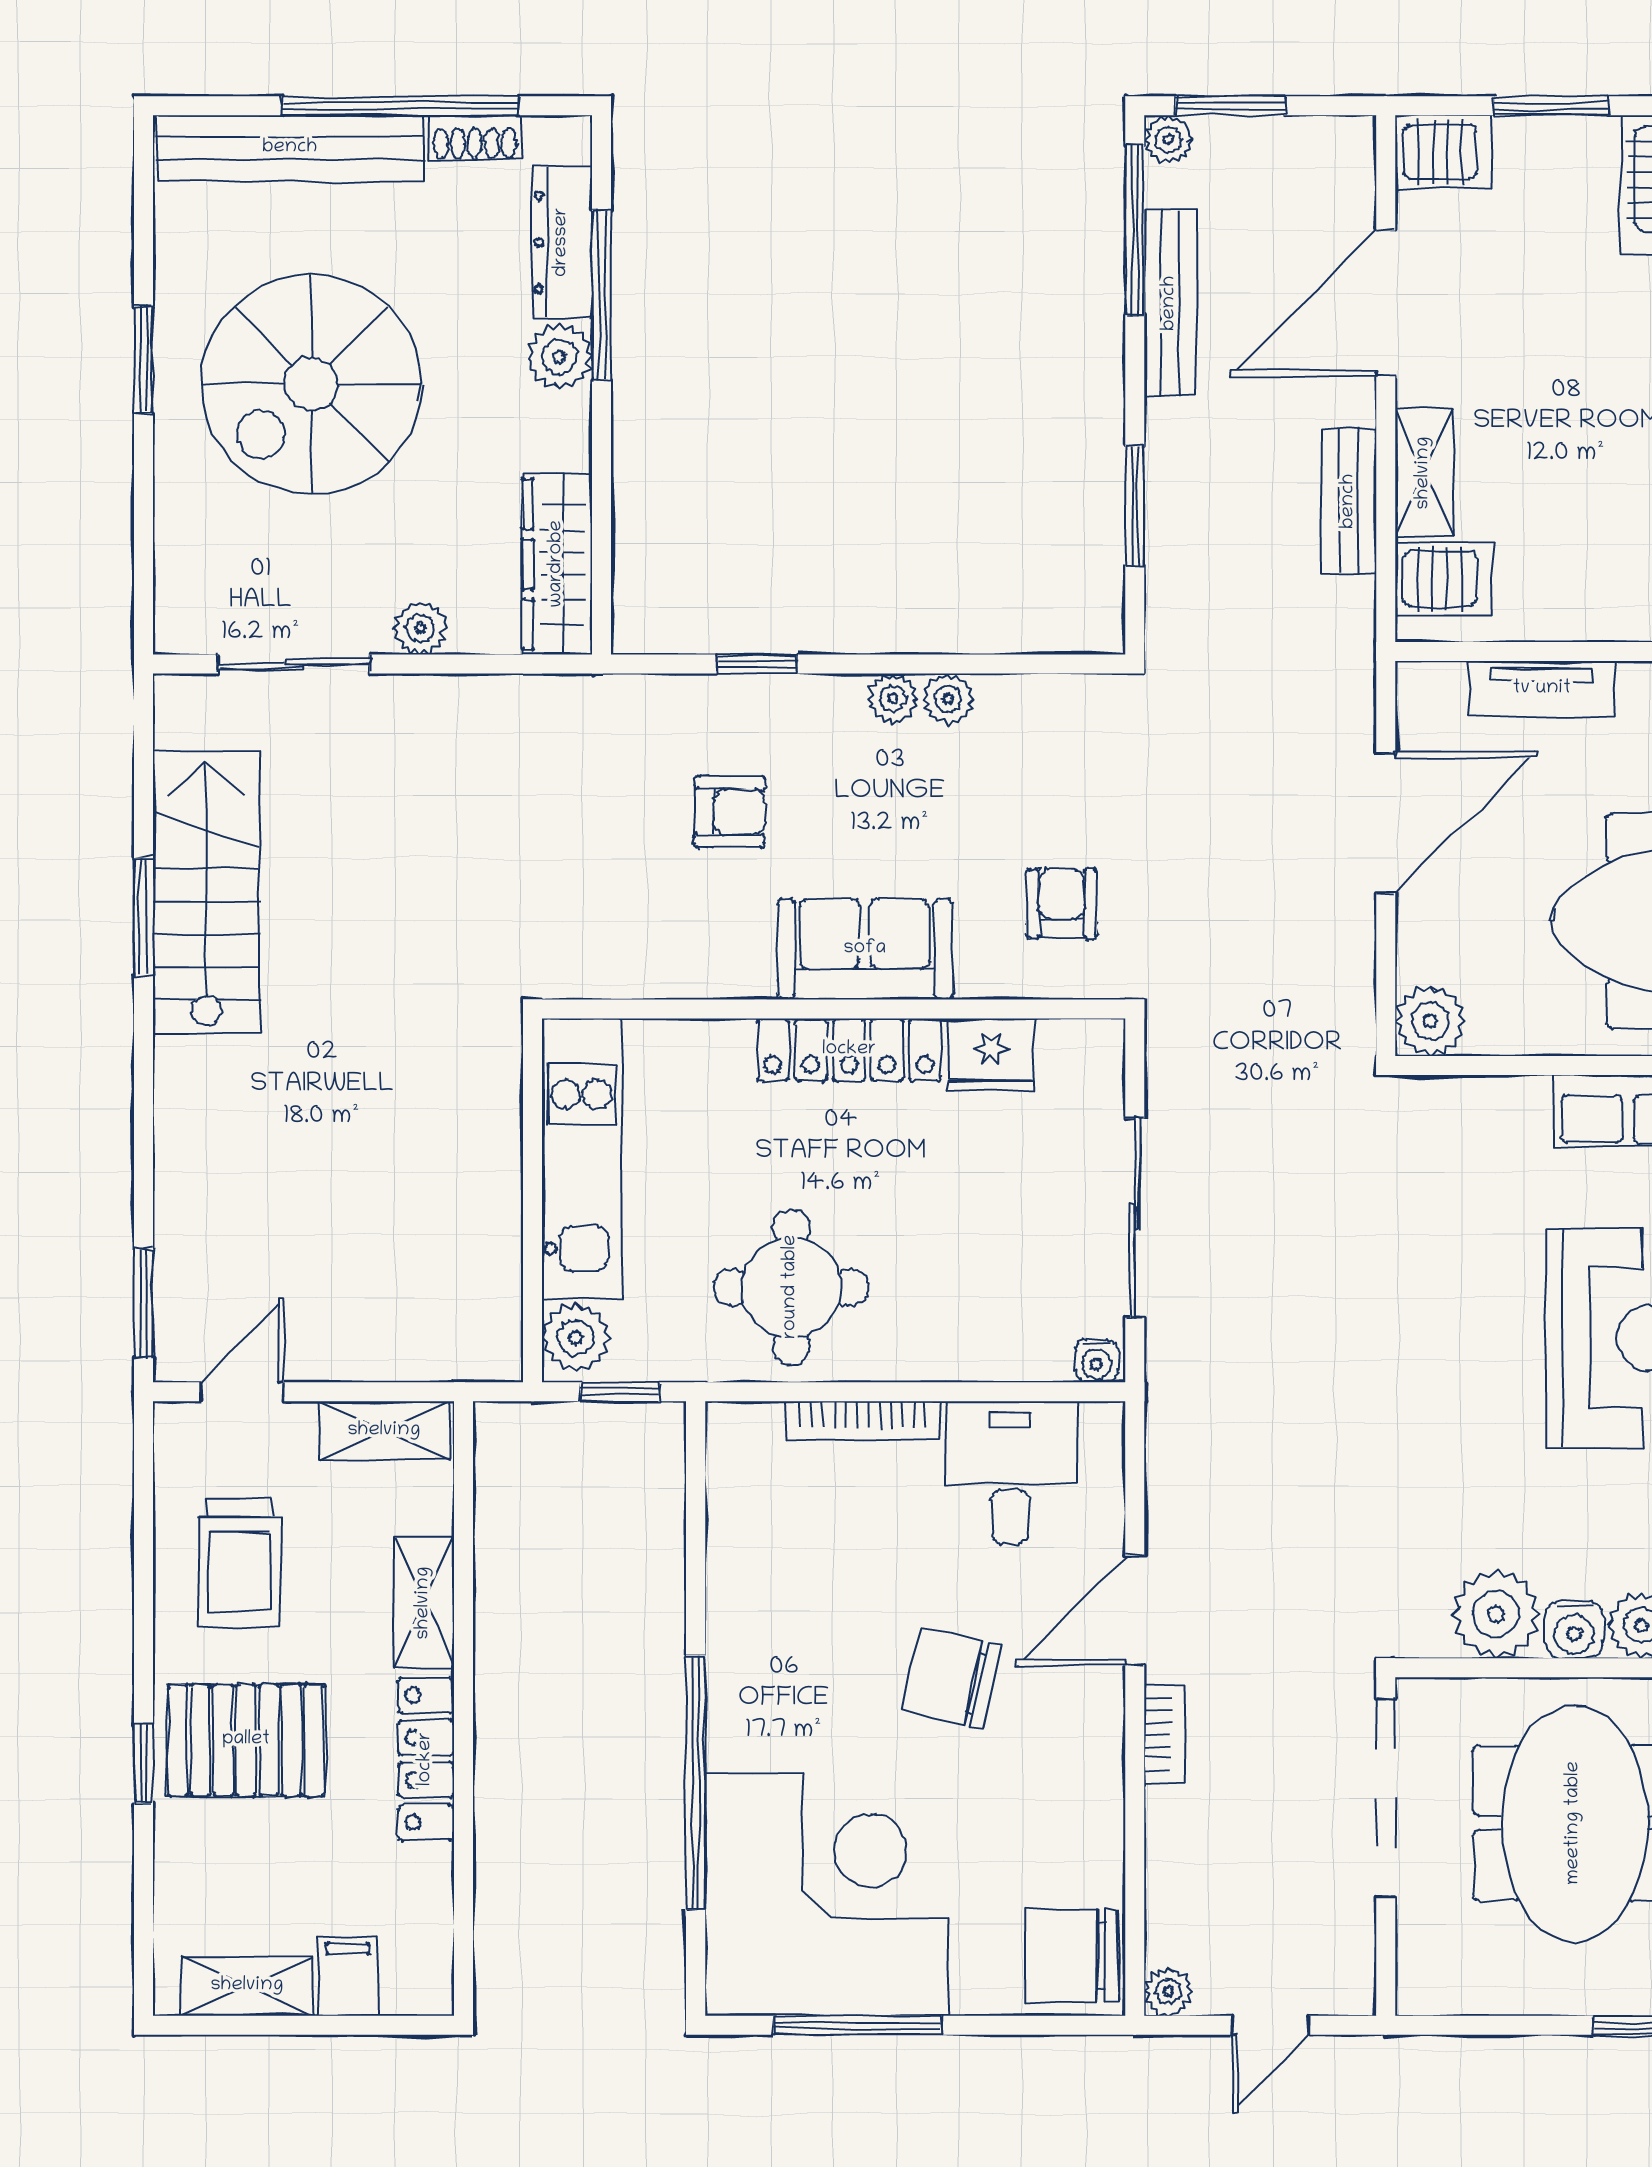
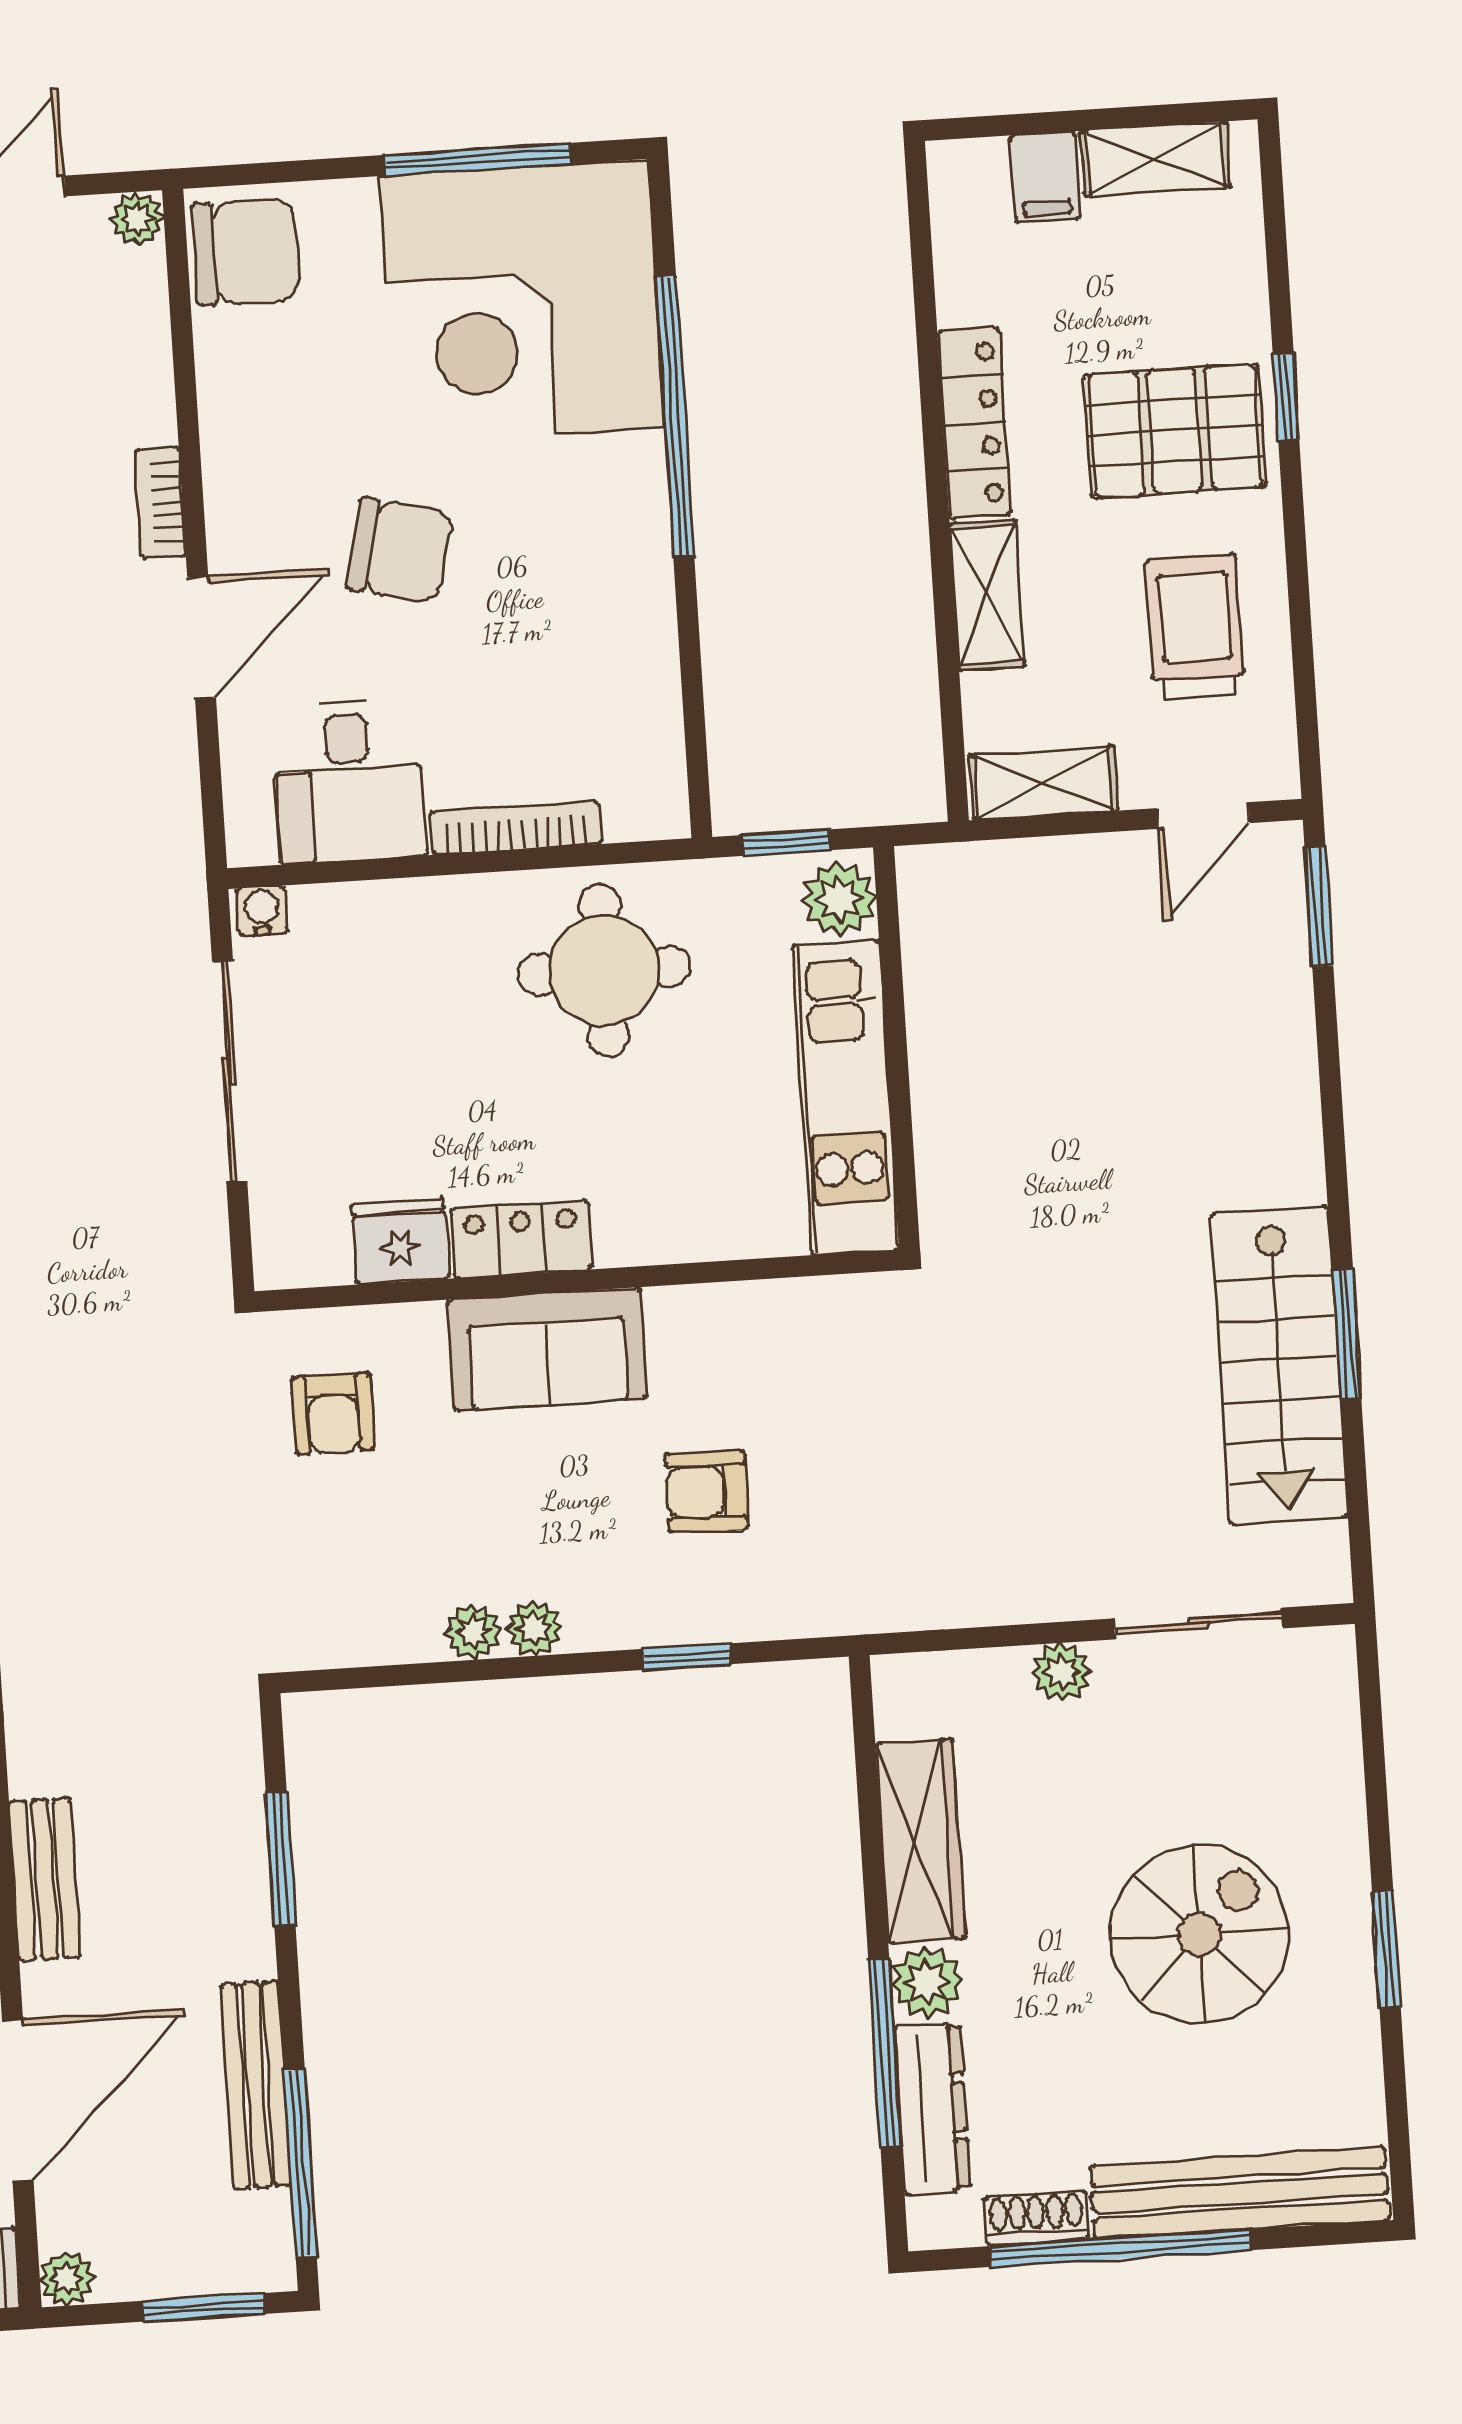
plant: (1169, 140) -> (67, 2279), moved
spiral stairs: (311, 384) -> (1200, 1934), width x0.73, depth x0.73
wardrobe: (557, 564) -> (920, 1841), moved
locker: (849, 1050) -> (521, 1239), width x0.66

